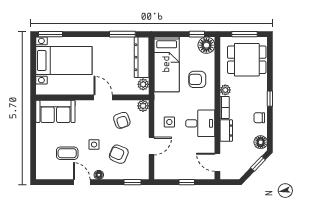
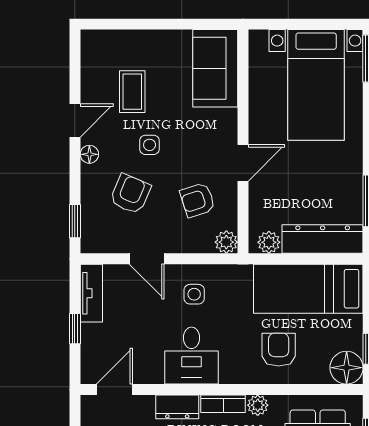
tv unit: (169, 174) -> (91, 293), added

